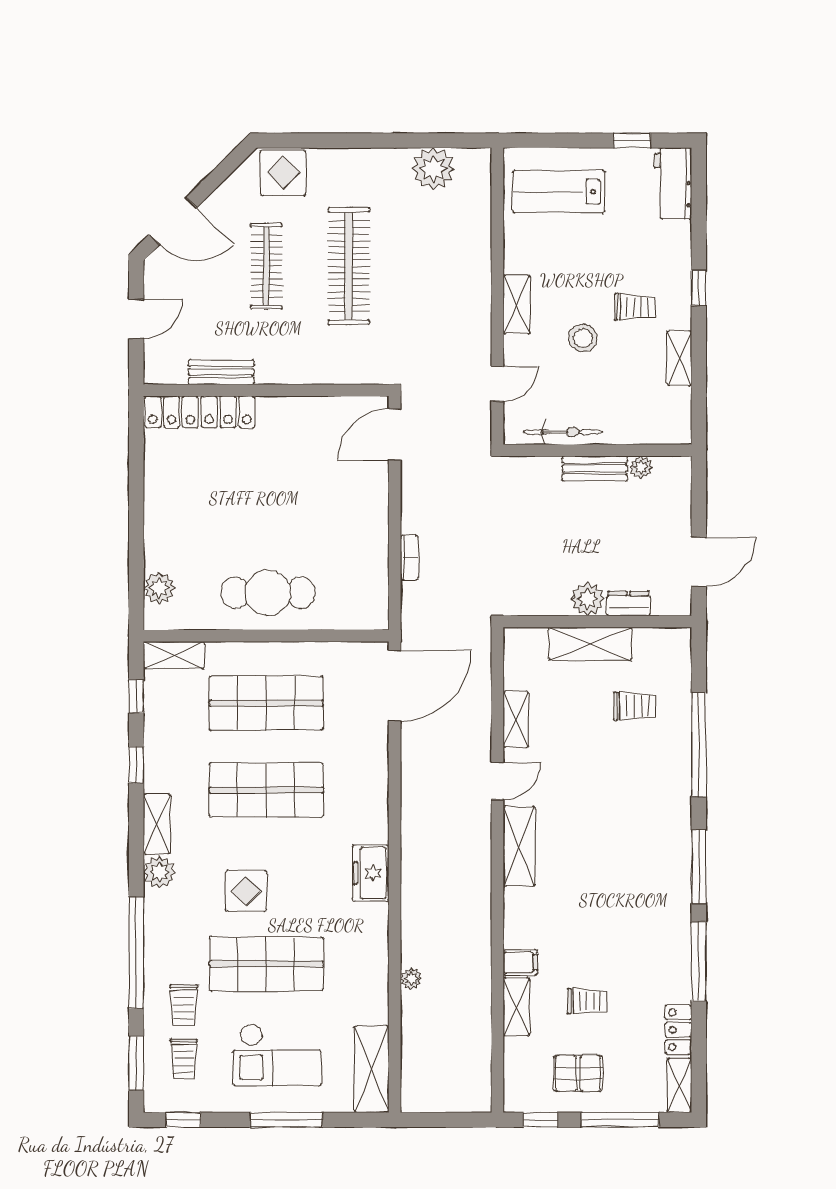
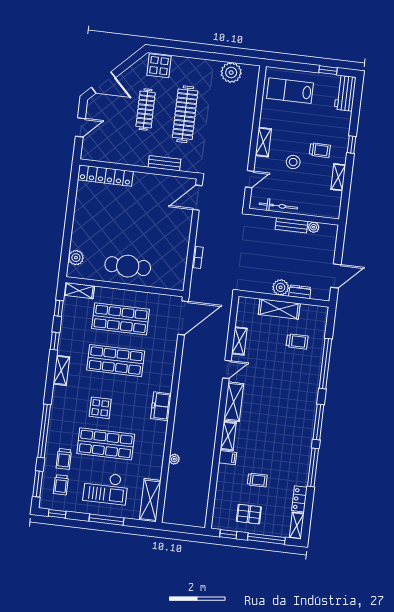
bench: (221, 372) -> (164, 163), moved
plant: (159, 872) -> (60, 394), removed
shelving: (516, 1007) -> (228, 436), moved

